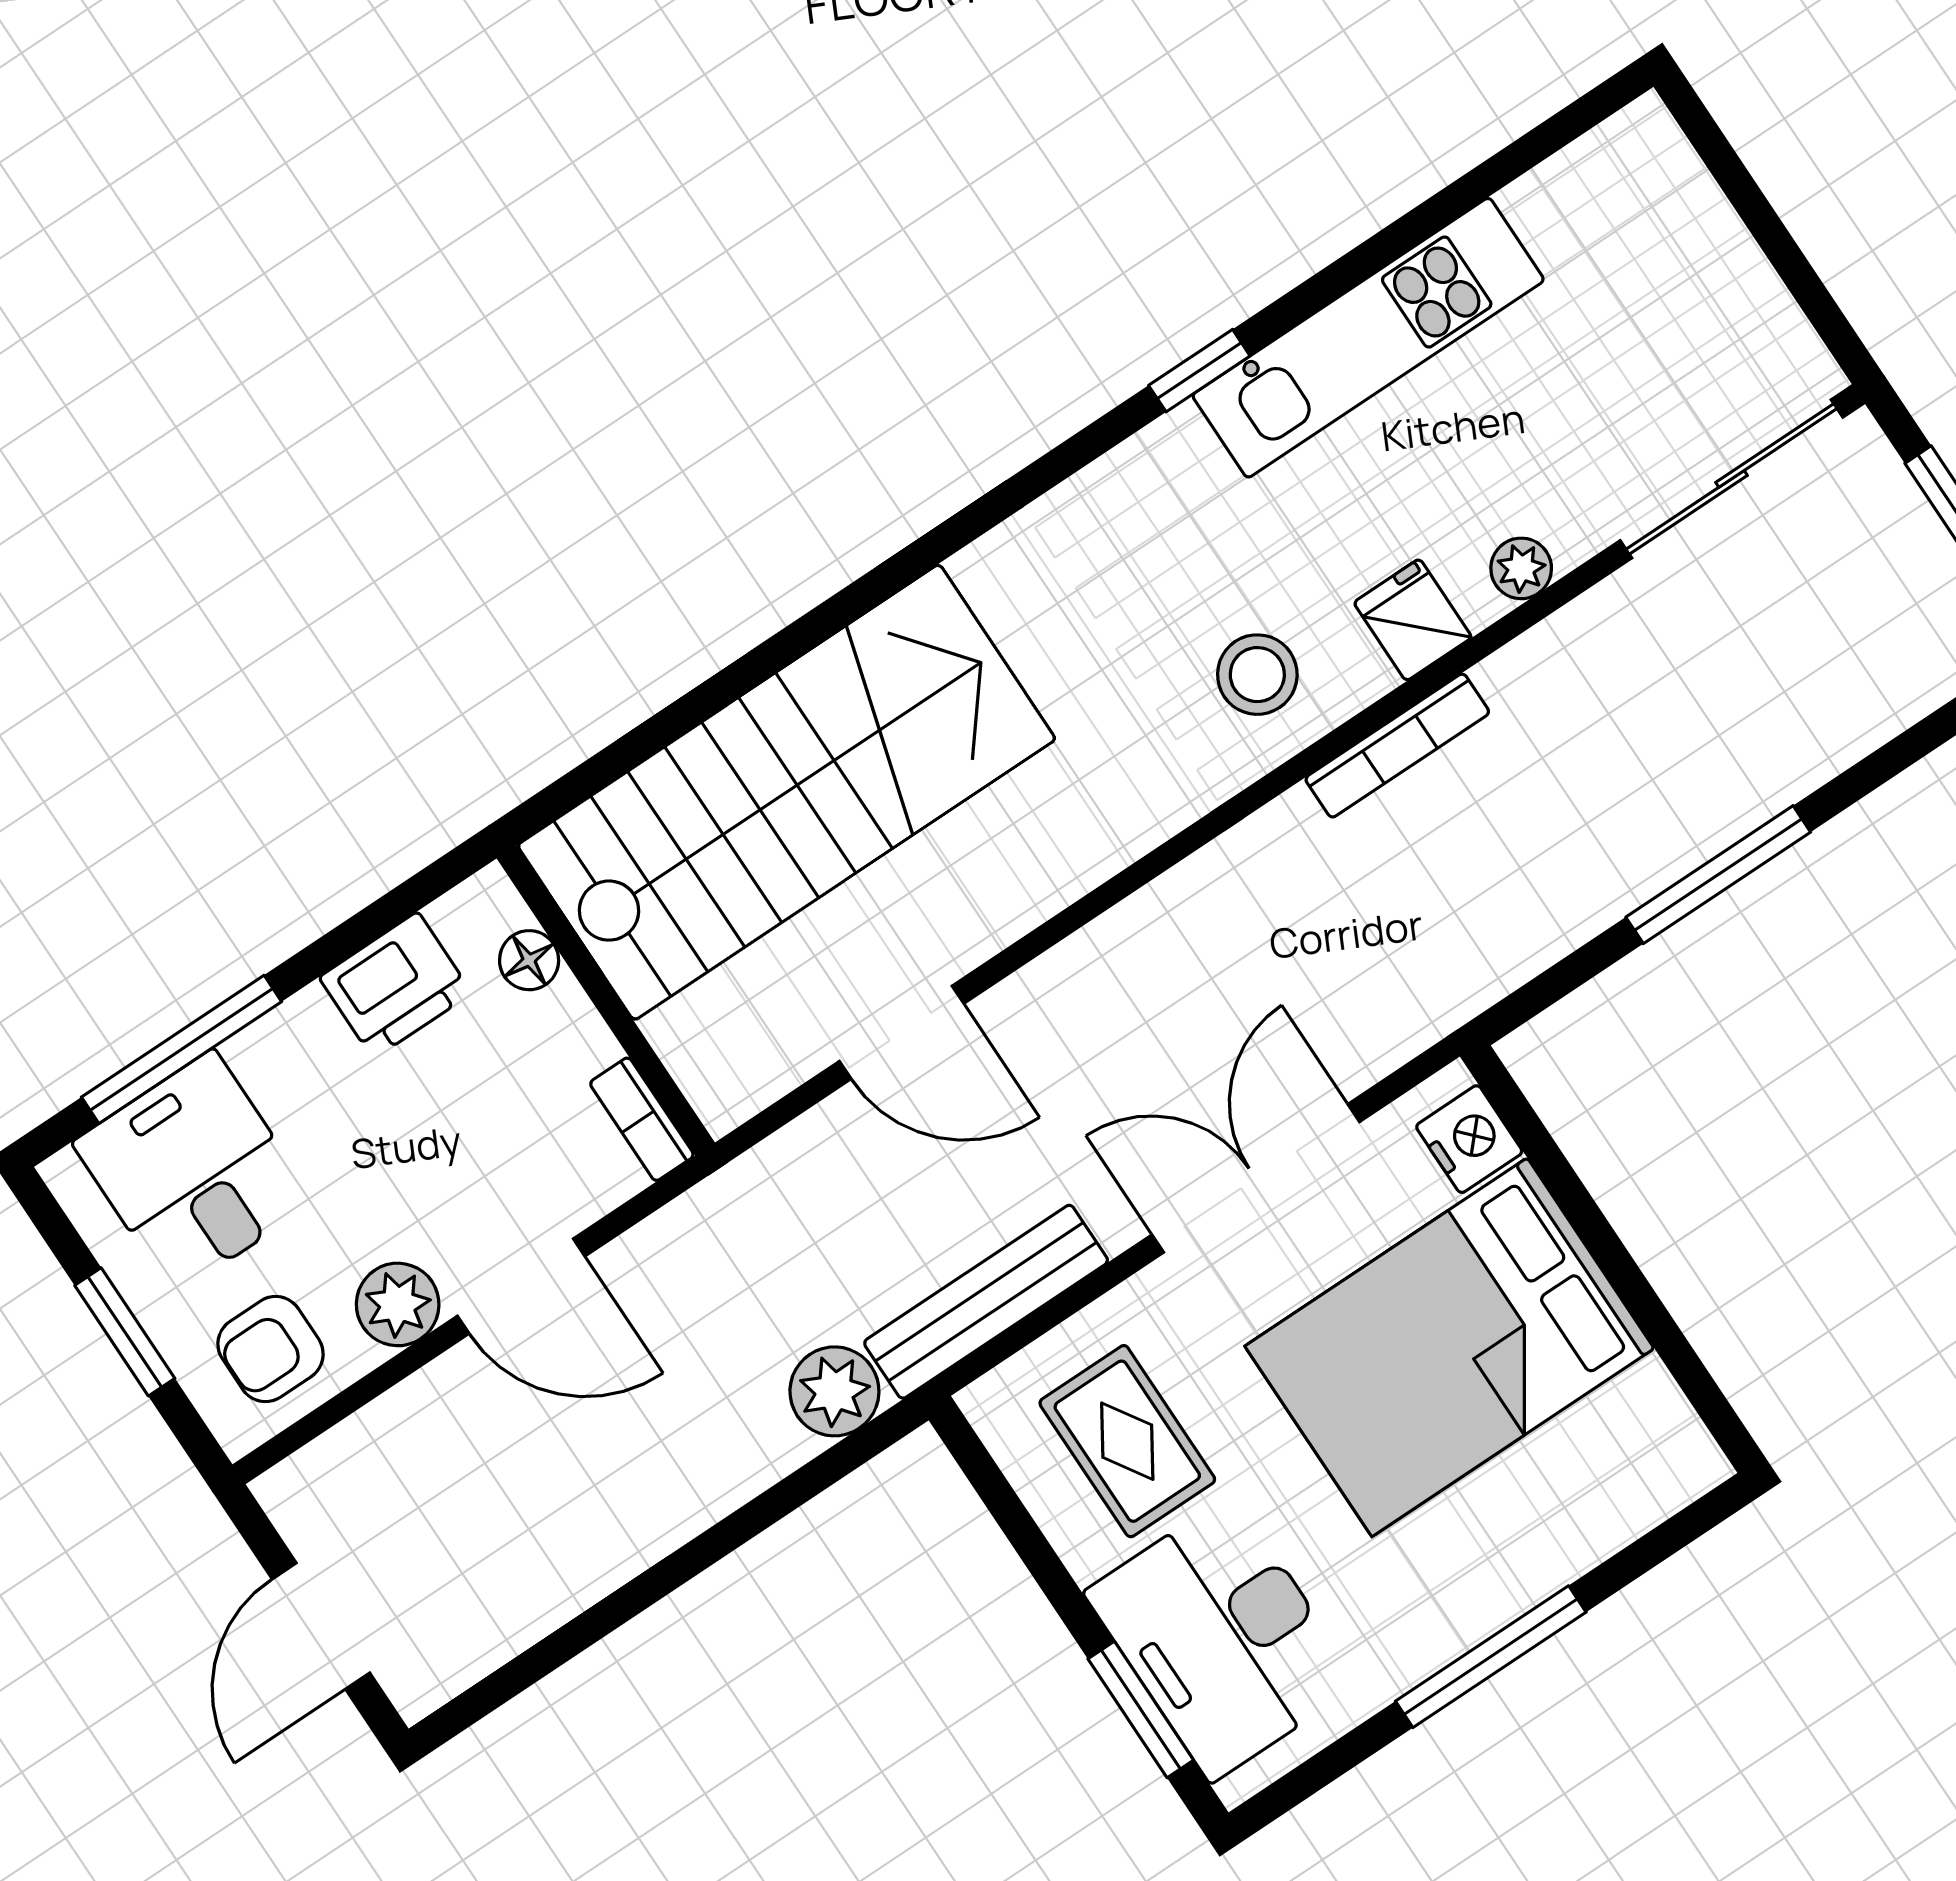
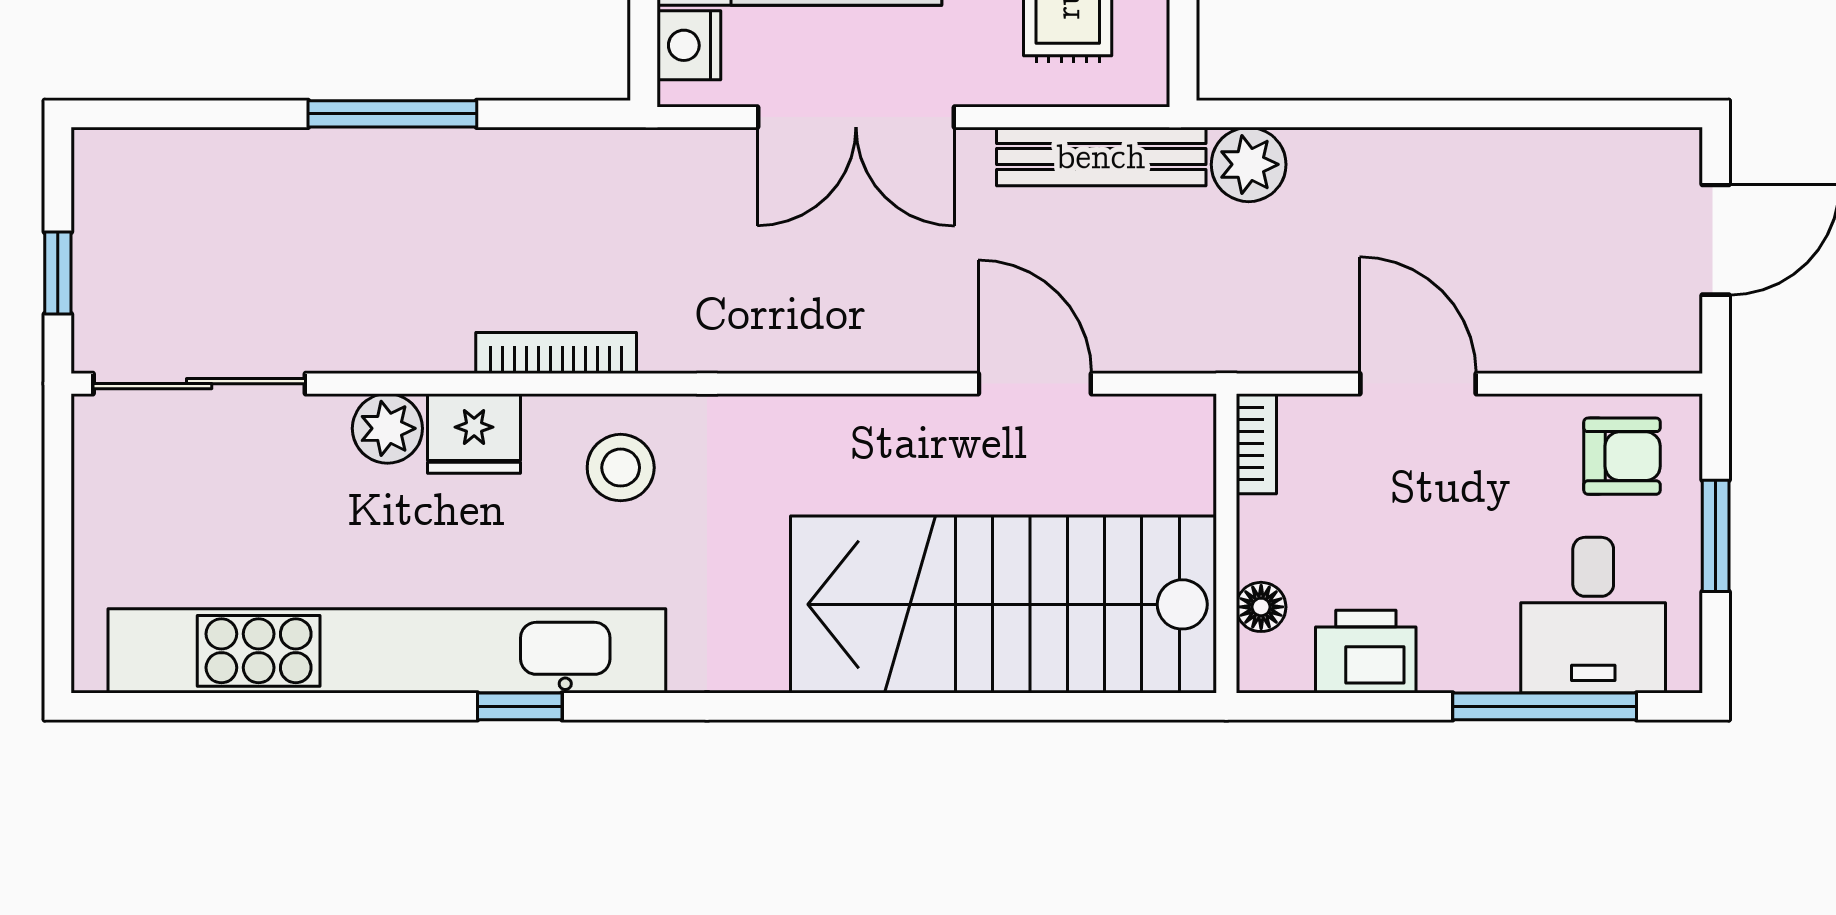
kitchen unit: (1368, 338) -> (387, 651), width x1.86
plant: (1521, 568) -> (387, 428), width x1.38, depth x1.38
fridge: (1413, 620) -> (474, 433), width x1.38
plant: (398, 1304) -> (1513, 428), removed

